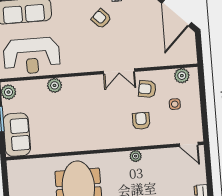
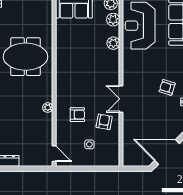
armchair: (101, 19) -> (167, 87), turned -119
plant: (182, 76) -> (113, 20), moved
door: (189, 144) -> (54, 154), swing flipped

